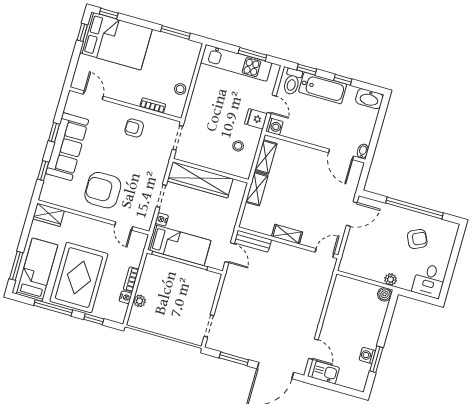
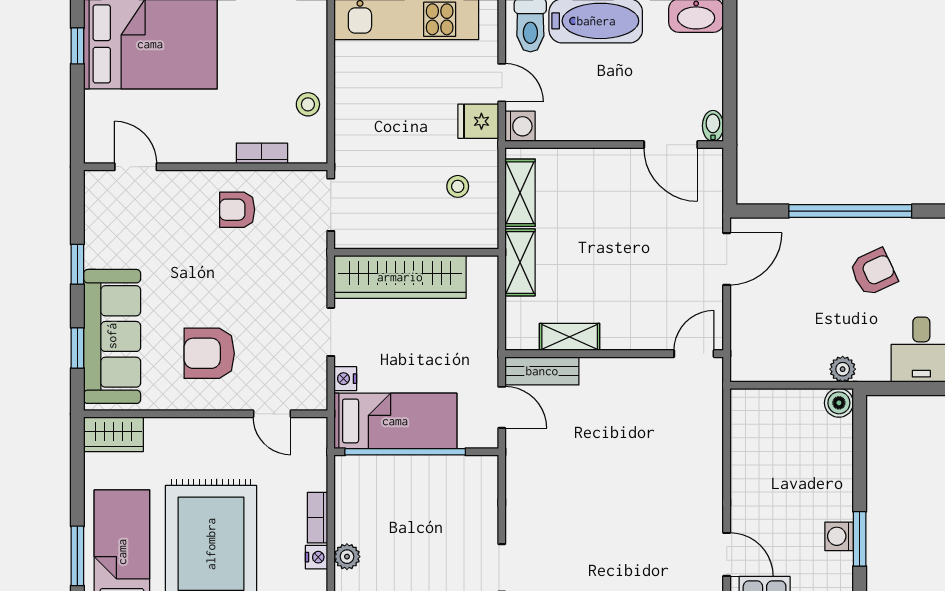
sofa: (67, 147) -> (112, 336), moved
armchair: (103, 190) -> (209, 353), width x0.73, depth x0.73
shelving: (287, 234) -> (570, 337), moved

